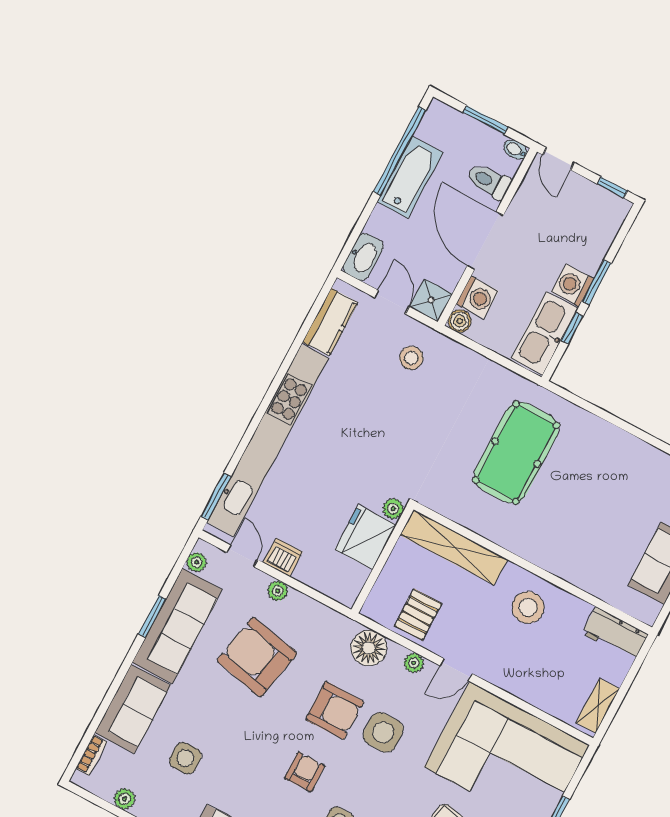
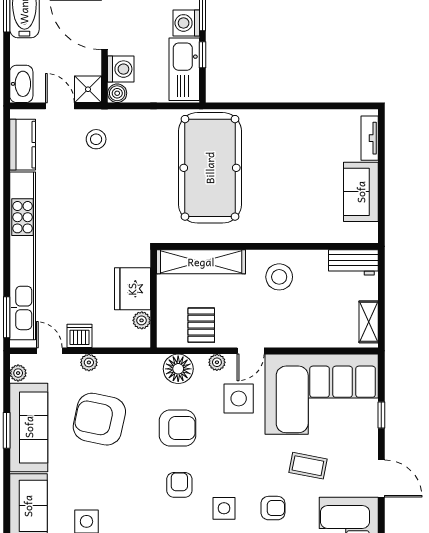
pool table: (516, 453) -> (210, 168), width x1.36, depth x1.32
plant: (393, 509) -> (142, 320), moved
side table: (383, 732) -> (239, 399), moved

